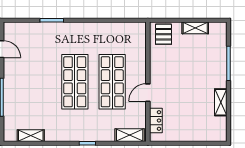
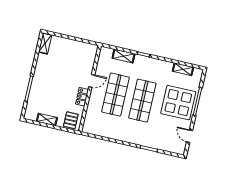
display table: (27, 90) -> (178, 103), added
shelving: (221, 102) -> (45, 43), moved
locker: (156, 120) -> (82, 97), moved
shelving: (130, 135) -> (124, 56), moved

